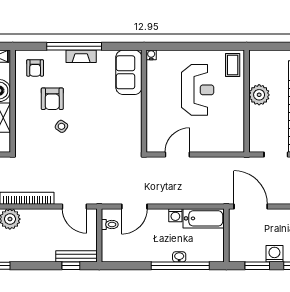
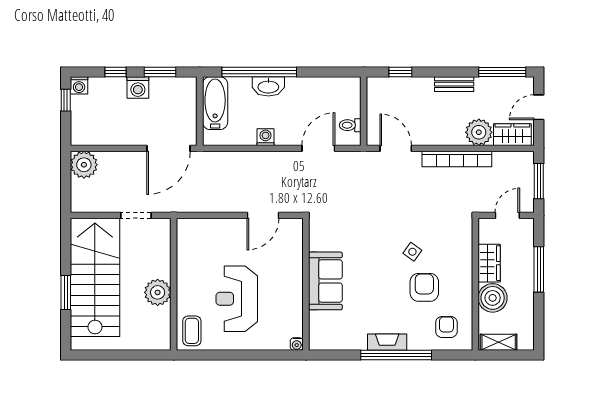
sofa: (129, 72) -> (325, 281), moved
door: (251, 207) -> (168, 148), hinge flipped
bathtub: (204, 218) -> (215, 103), moved, turned 90
bench: (76, 256) -> (454, 84), moved, width x0.73
washbasin: (179, 257) -> (268, 86), width x1.91, depth x1.45

